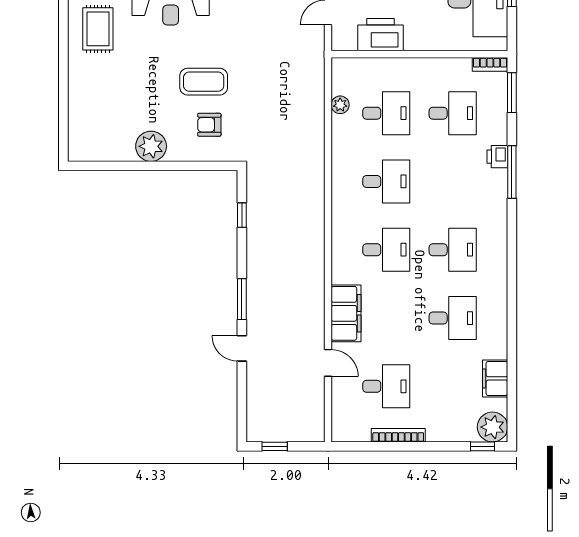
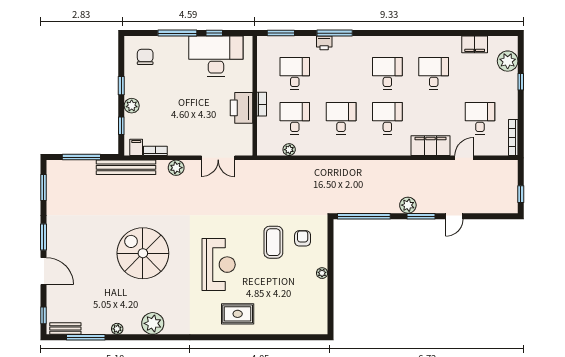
printer: (381, 35) -> (241, 108), moved
bookcase: (490, 64) -> (262, 104), moved
armchair: (209, 125) -> (303, 238), turned 180
plant: (151, 146) -> (322, 273), width x0.53, depth x0.53
window: (242, 215) -> (364, 216), width x3.17
plant: (258, 280) -> (408, 205), added
plant: (493, 427) -> (508, 61), moved
bookcase: (398, 435) -> (513, 137), moved
window: (483, 446) -> (521, 82), moved

